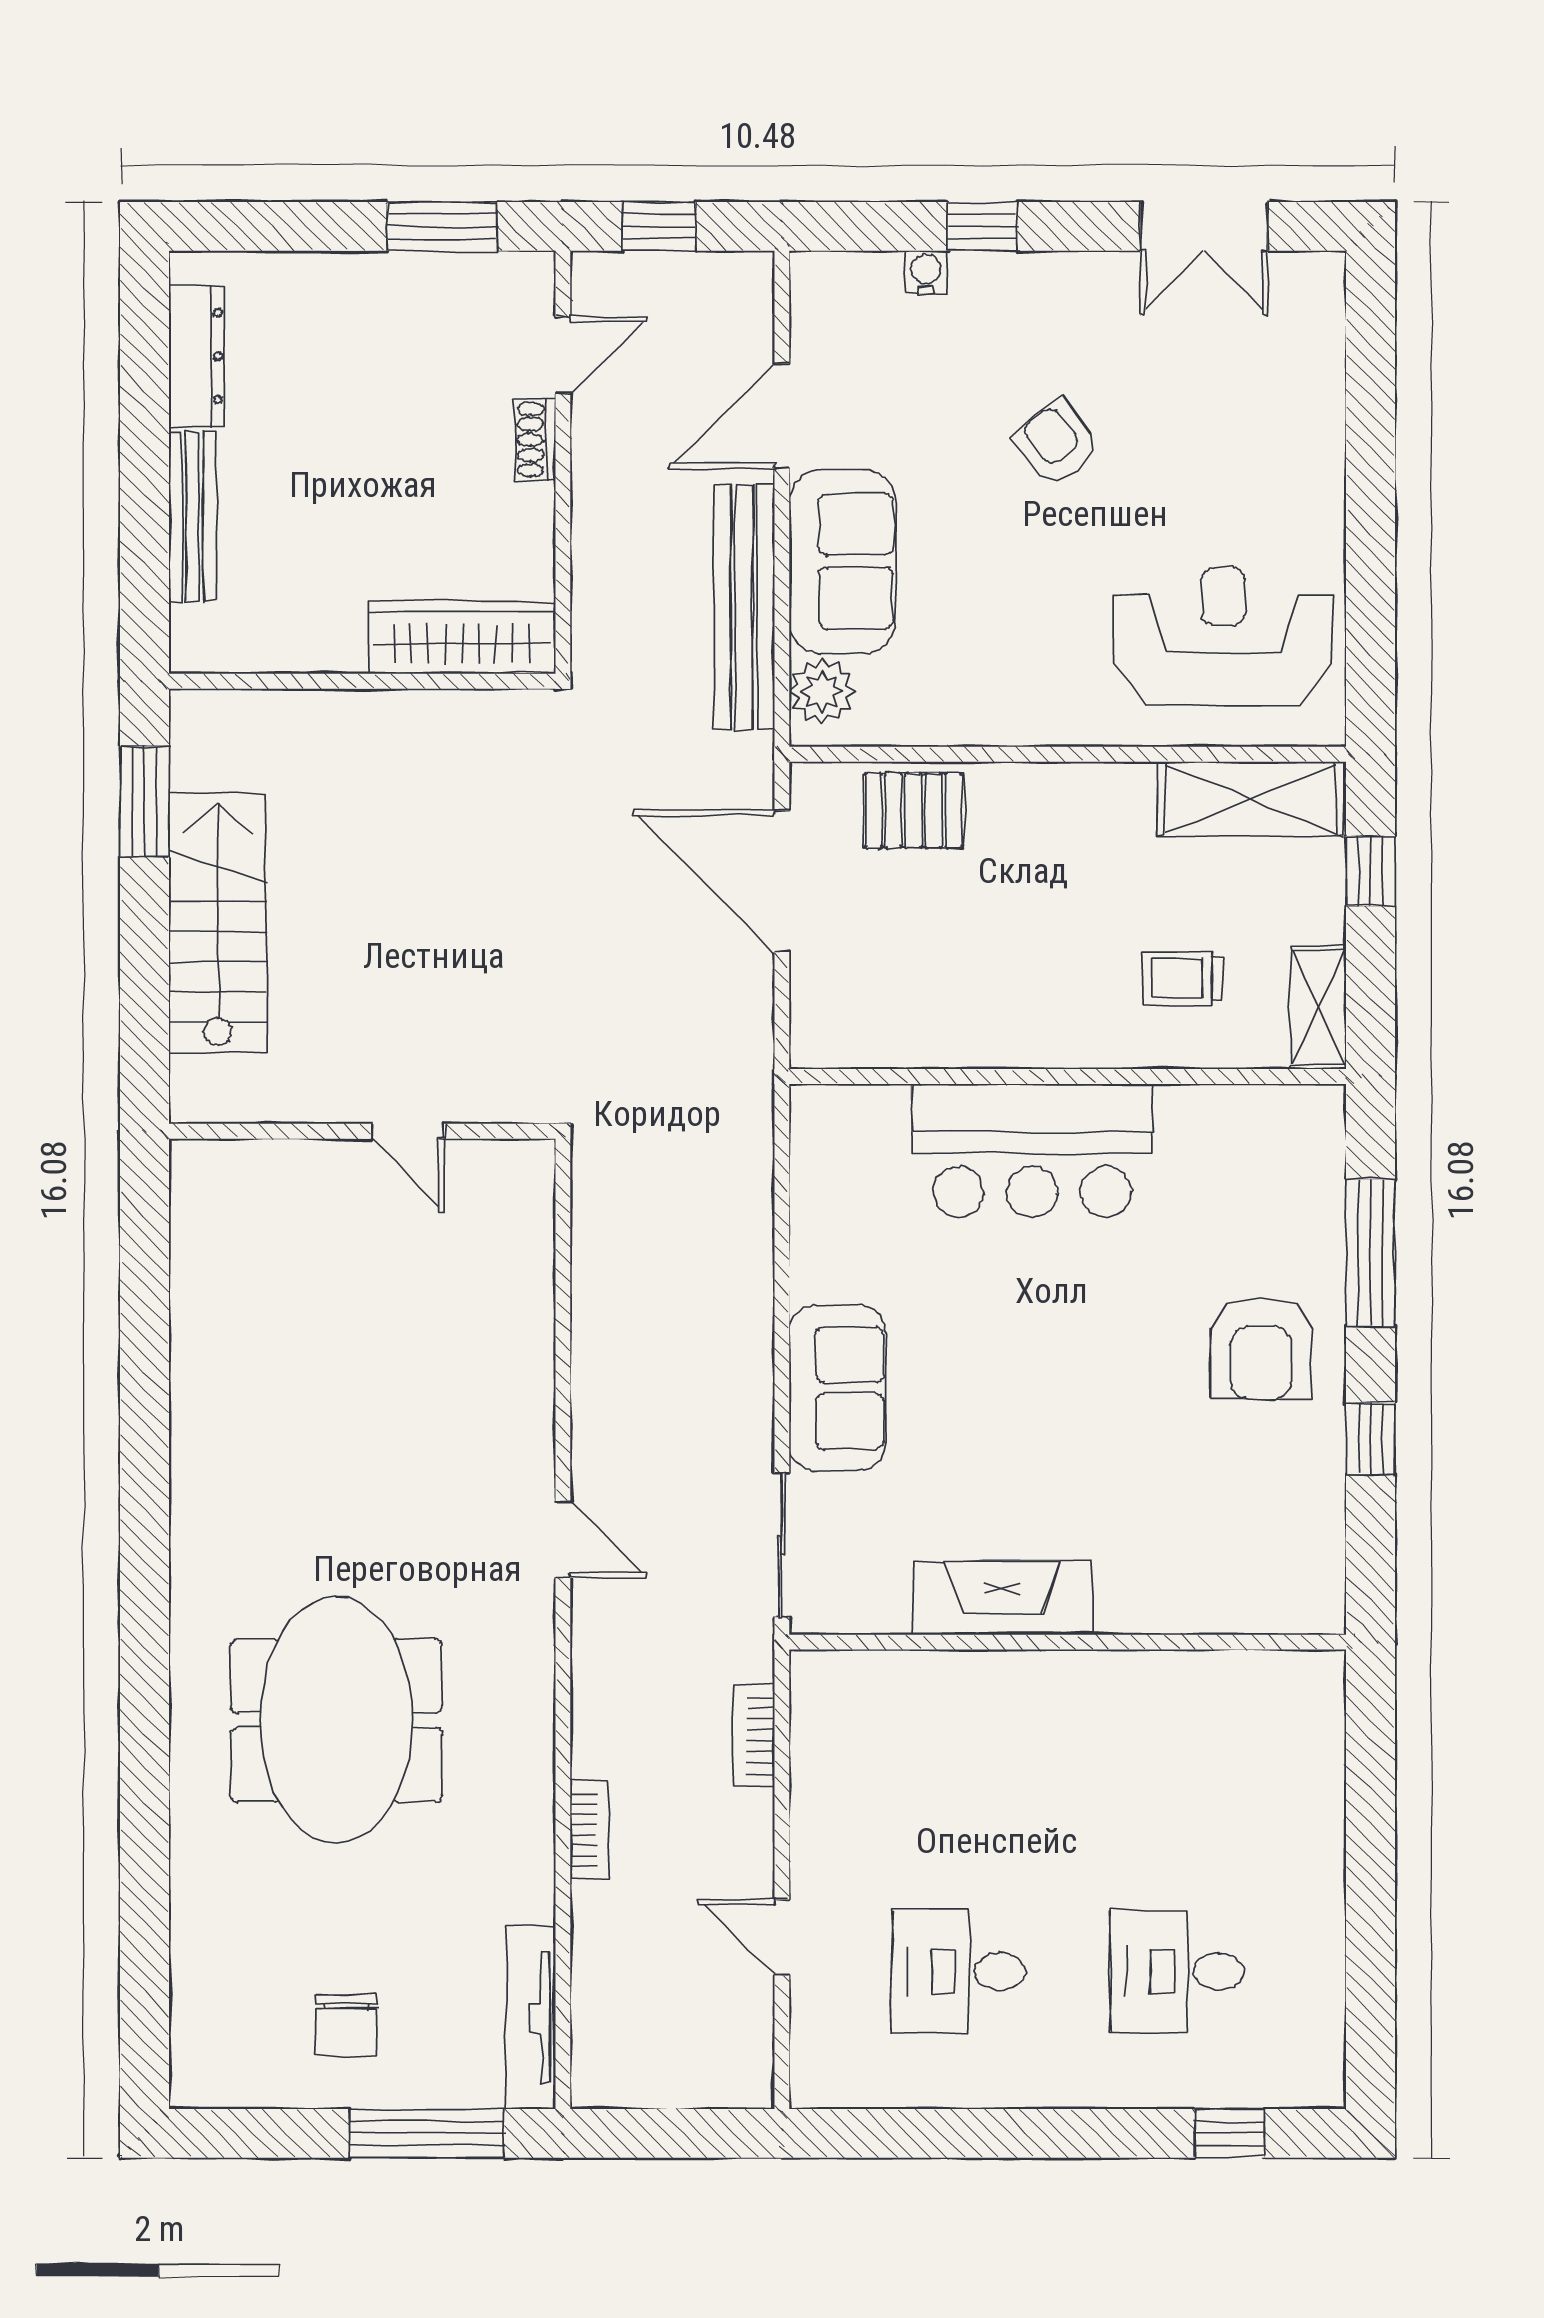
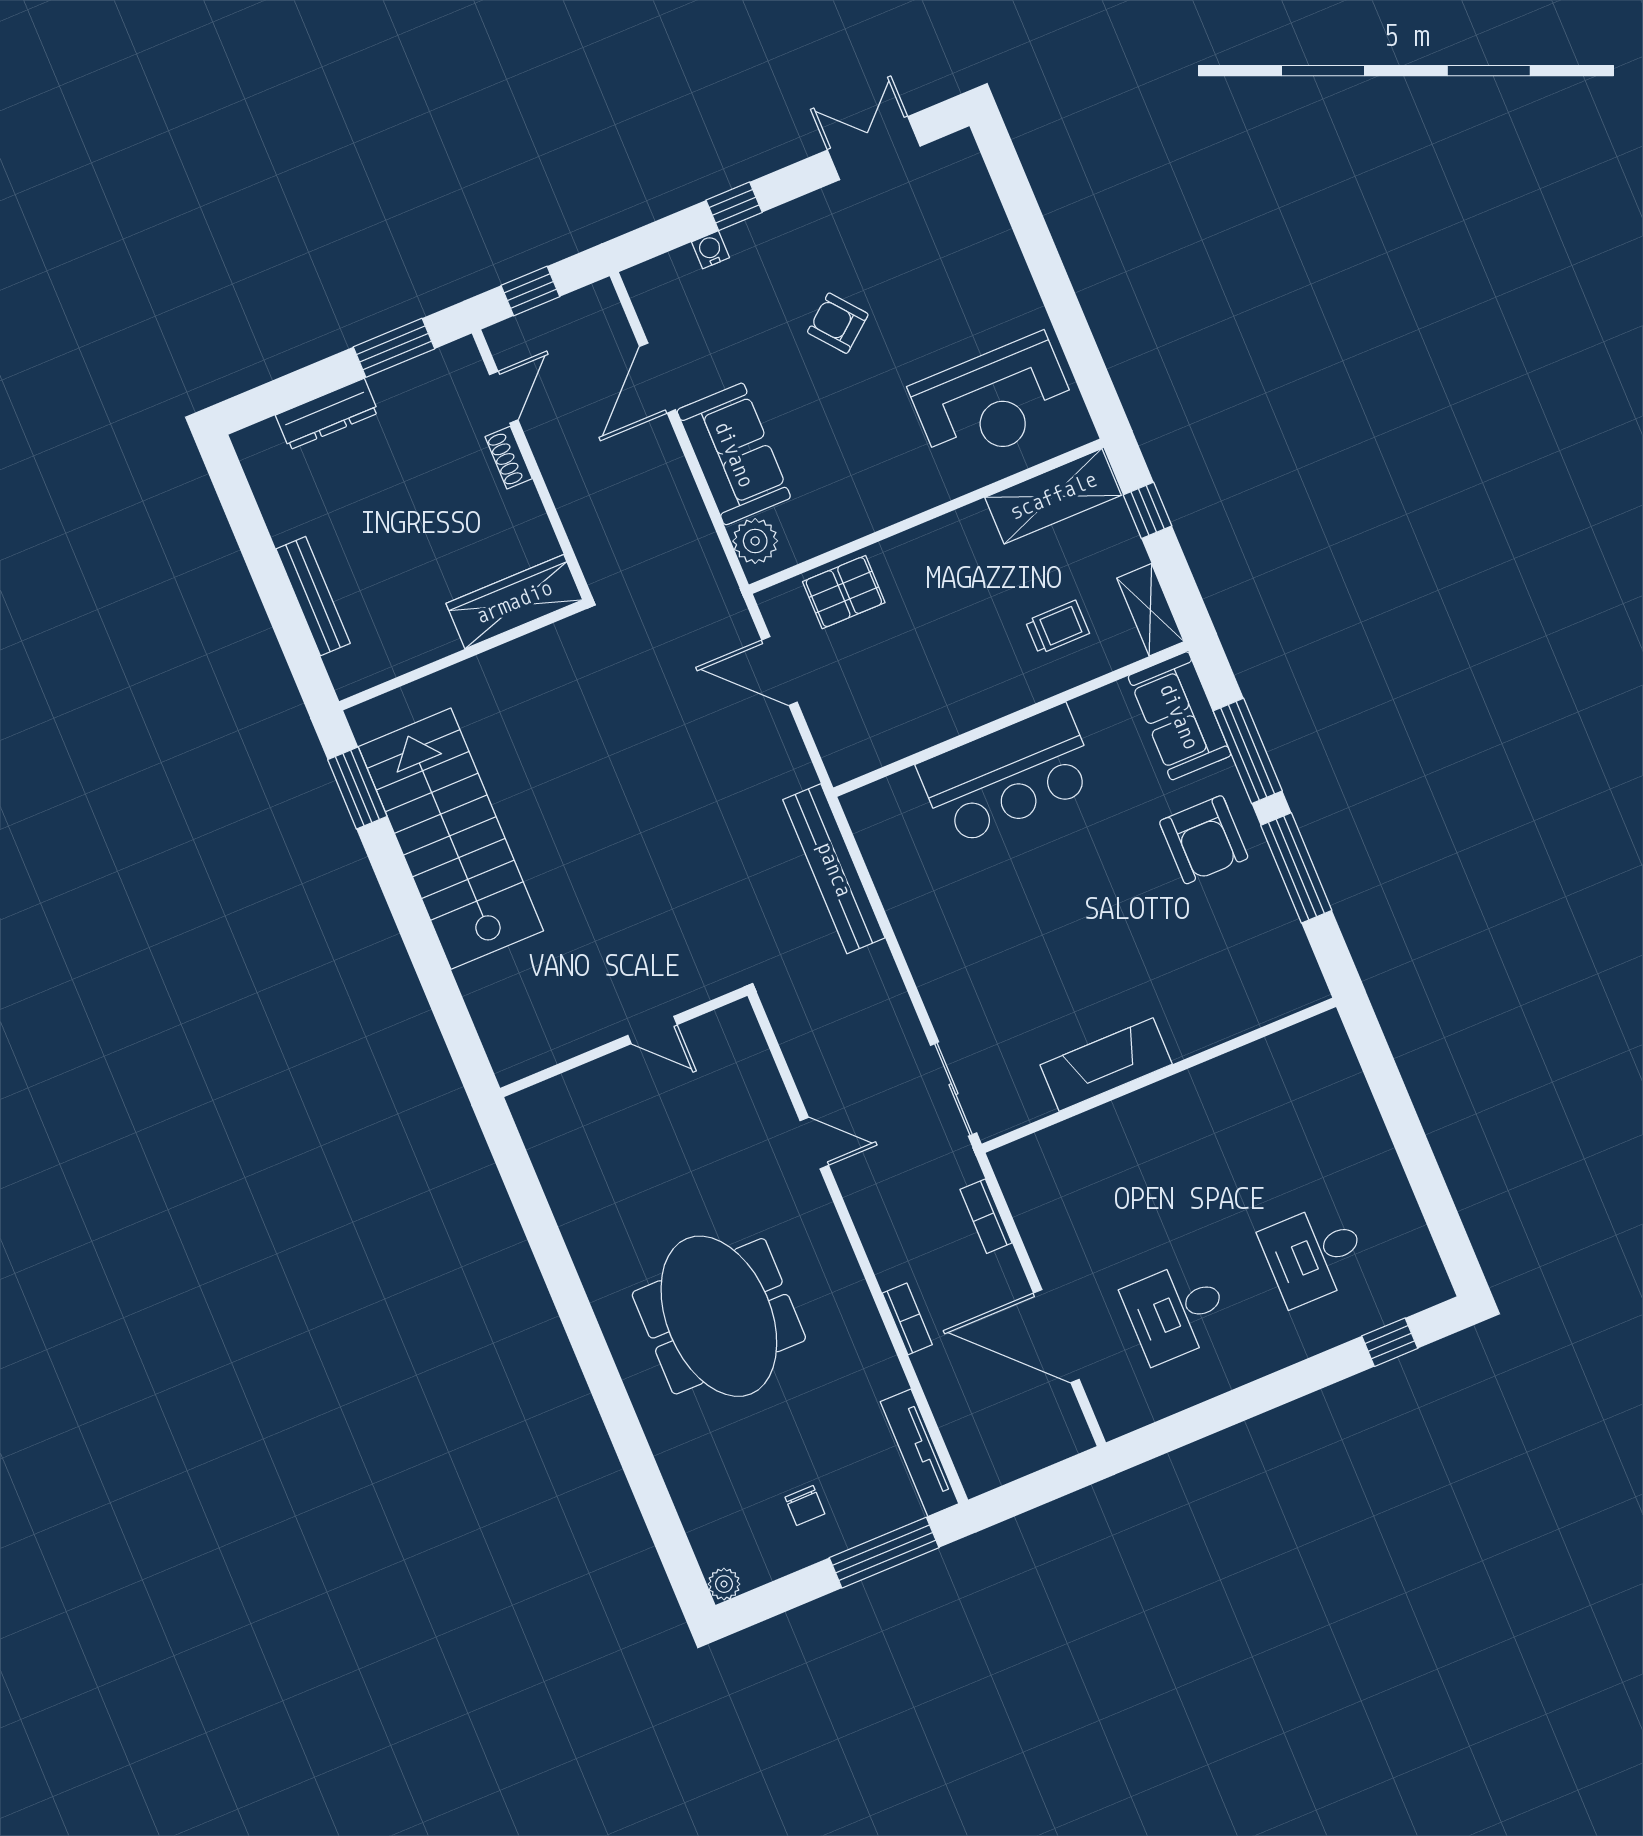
double door: (1204, 226) -> (874, 148), swing flipped
dresser: (197, 356) -> (327, 414), moved, turned 90
bench: (744, 607) -> (834, 869), moved
reception desk: (1223, 637) -> (993, 401), turned 180
door: (782, 881) -> (779, 671), width x0.73
stairs: (218, 923) -> (451, 839), width x1.36, depth x1.51
trolley: (1183, 978) -> (1057, 627), turned 180
wall: (362, 1131) -> (624, 1042), moved
door: (408, 1131) -> (652, 1030), moved
sofa: (837, 1388) -> (1179, 716), moved, turned 180
window: (1370, 1439) -> (1296, 868), width x2.17
door: (782, 1937) -> (1056, 1336), width x1.88
chair: (346, 2025) -> (805, 1505), width x0.73, depth x0.73
plant: (192, 2086) -> (724, 1584), added

